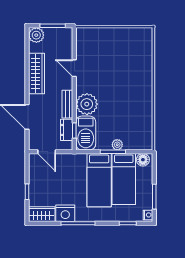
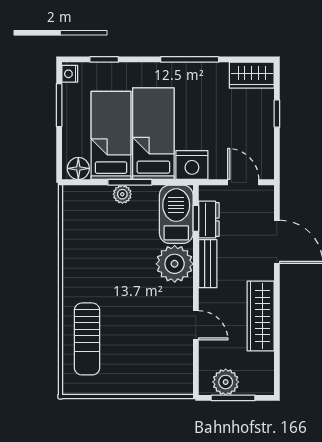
plant: (36, 35) -> (226, 382), moved
sun lounger: (138, 60) -> (87, 339), added
nightstand: (65, 213) -> (192, 165), moved, turned 180

